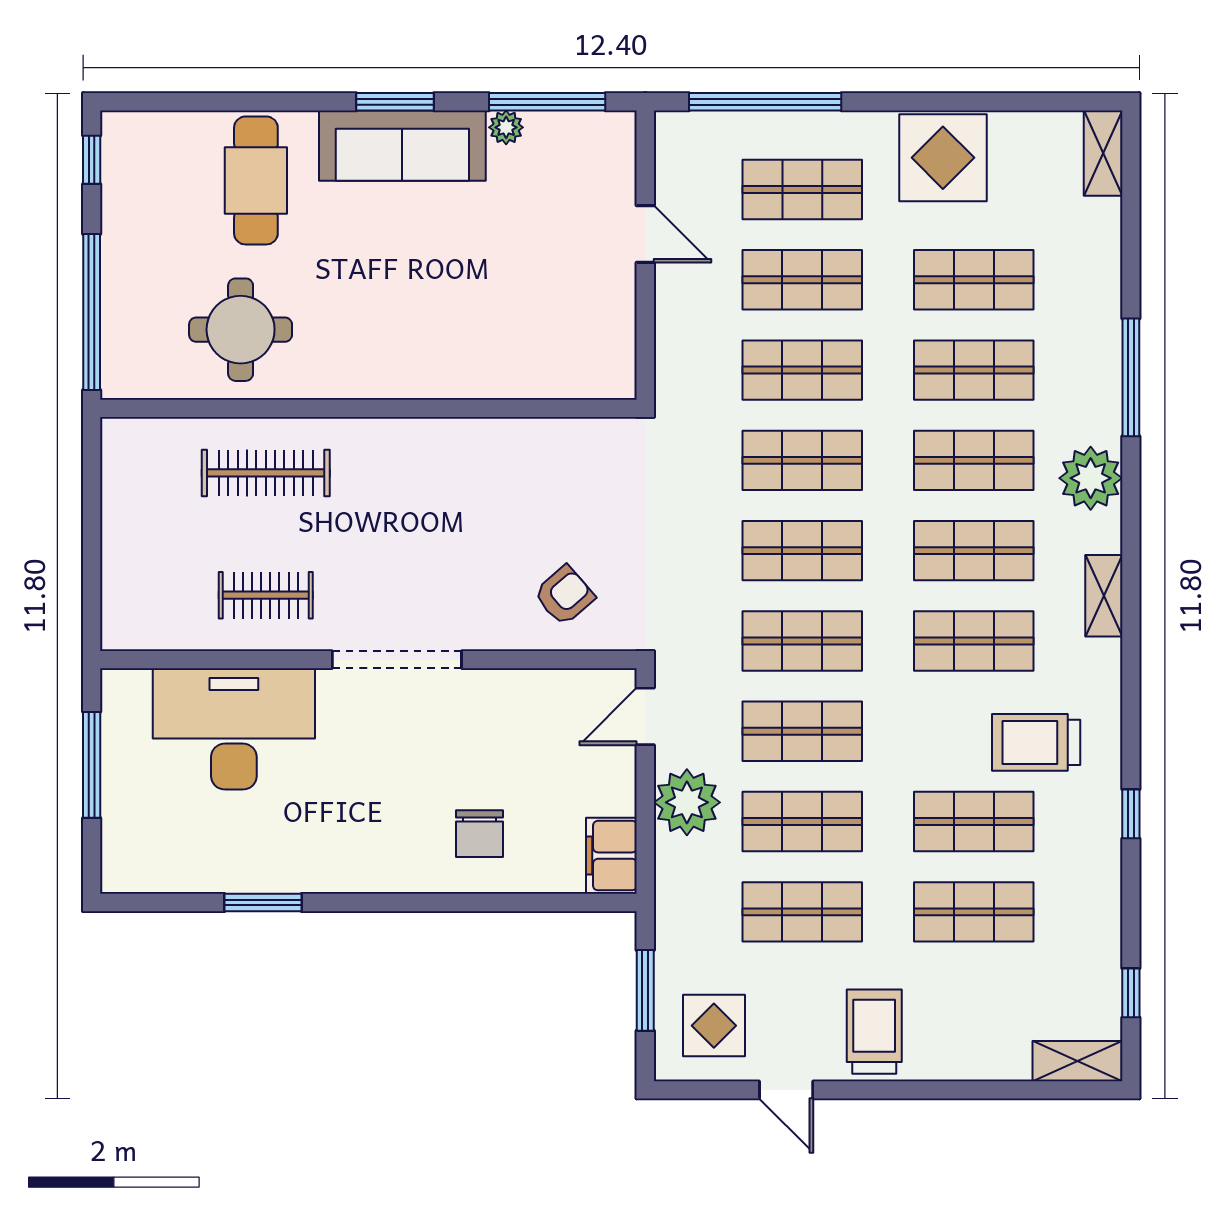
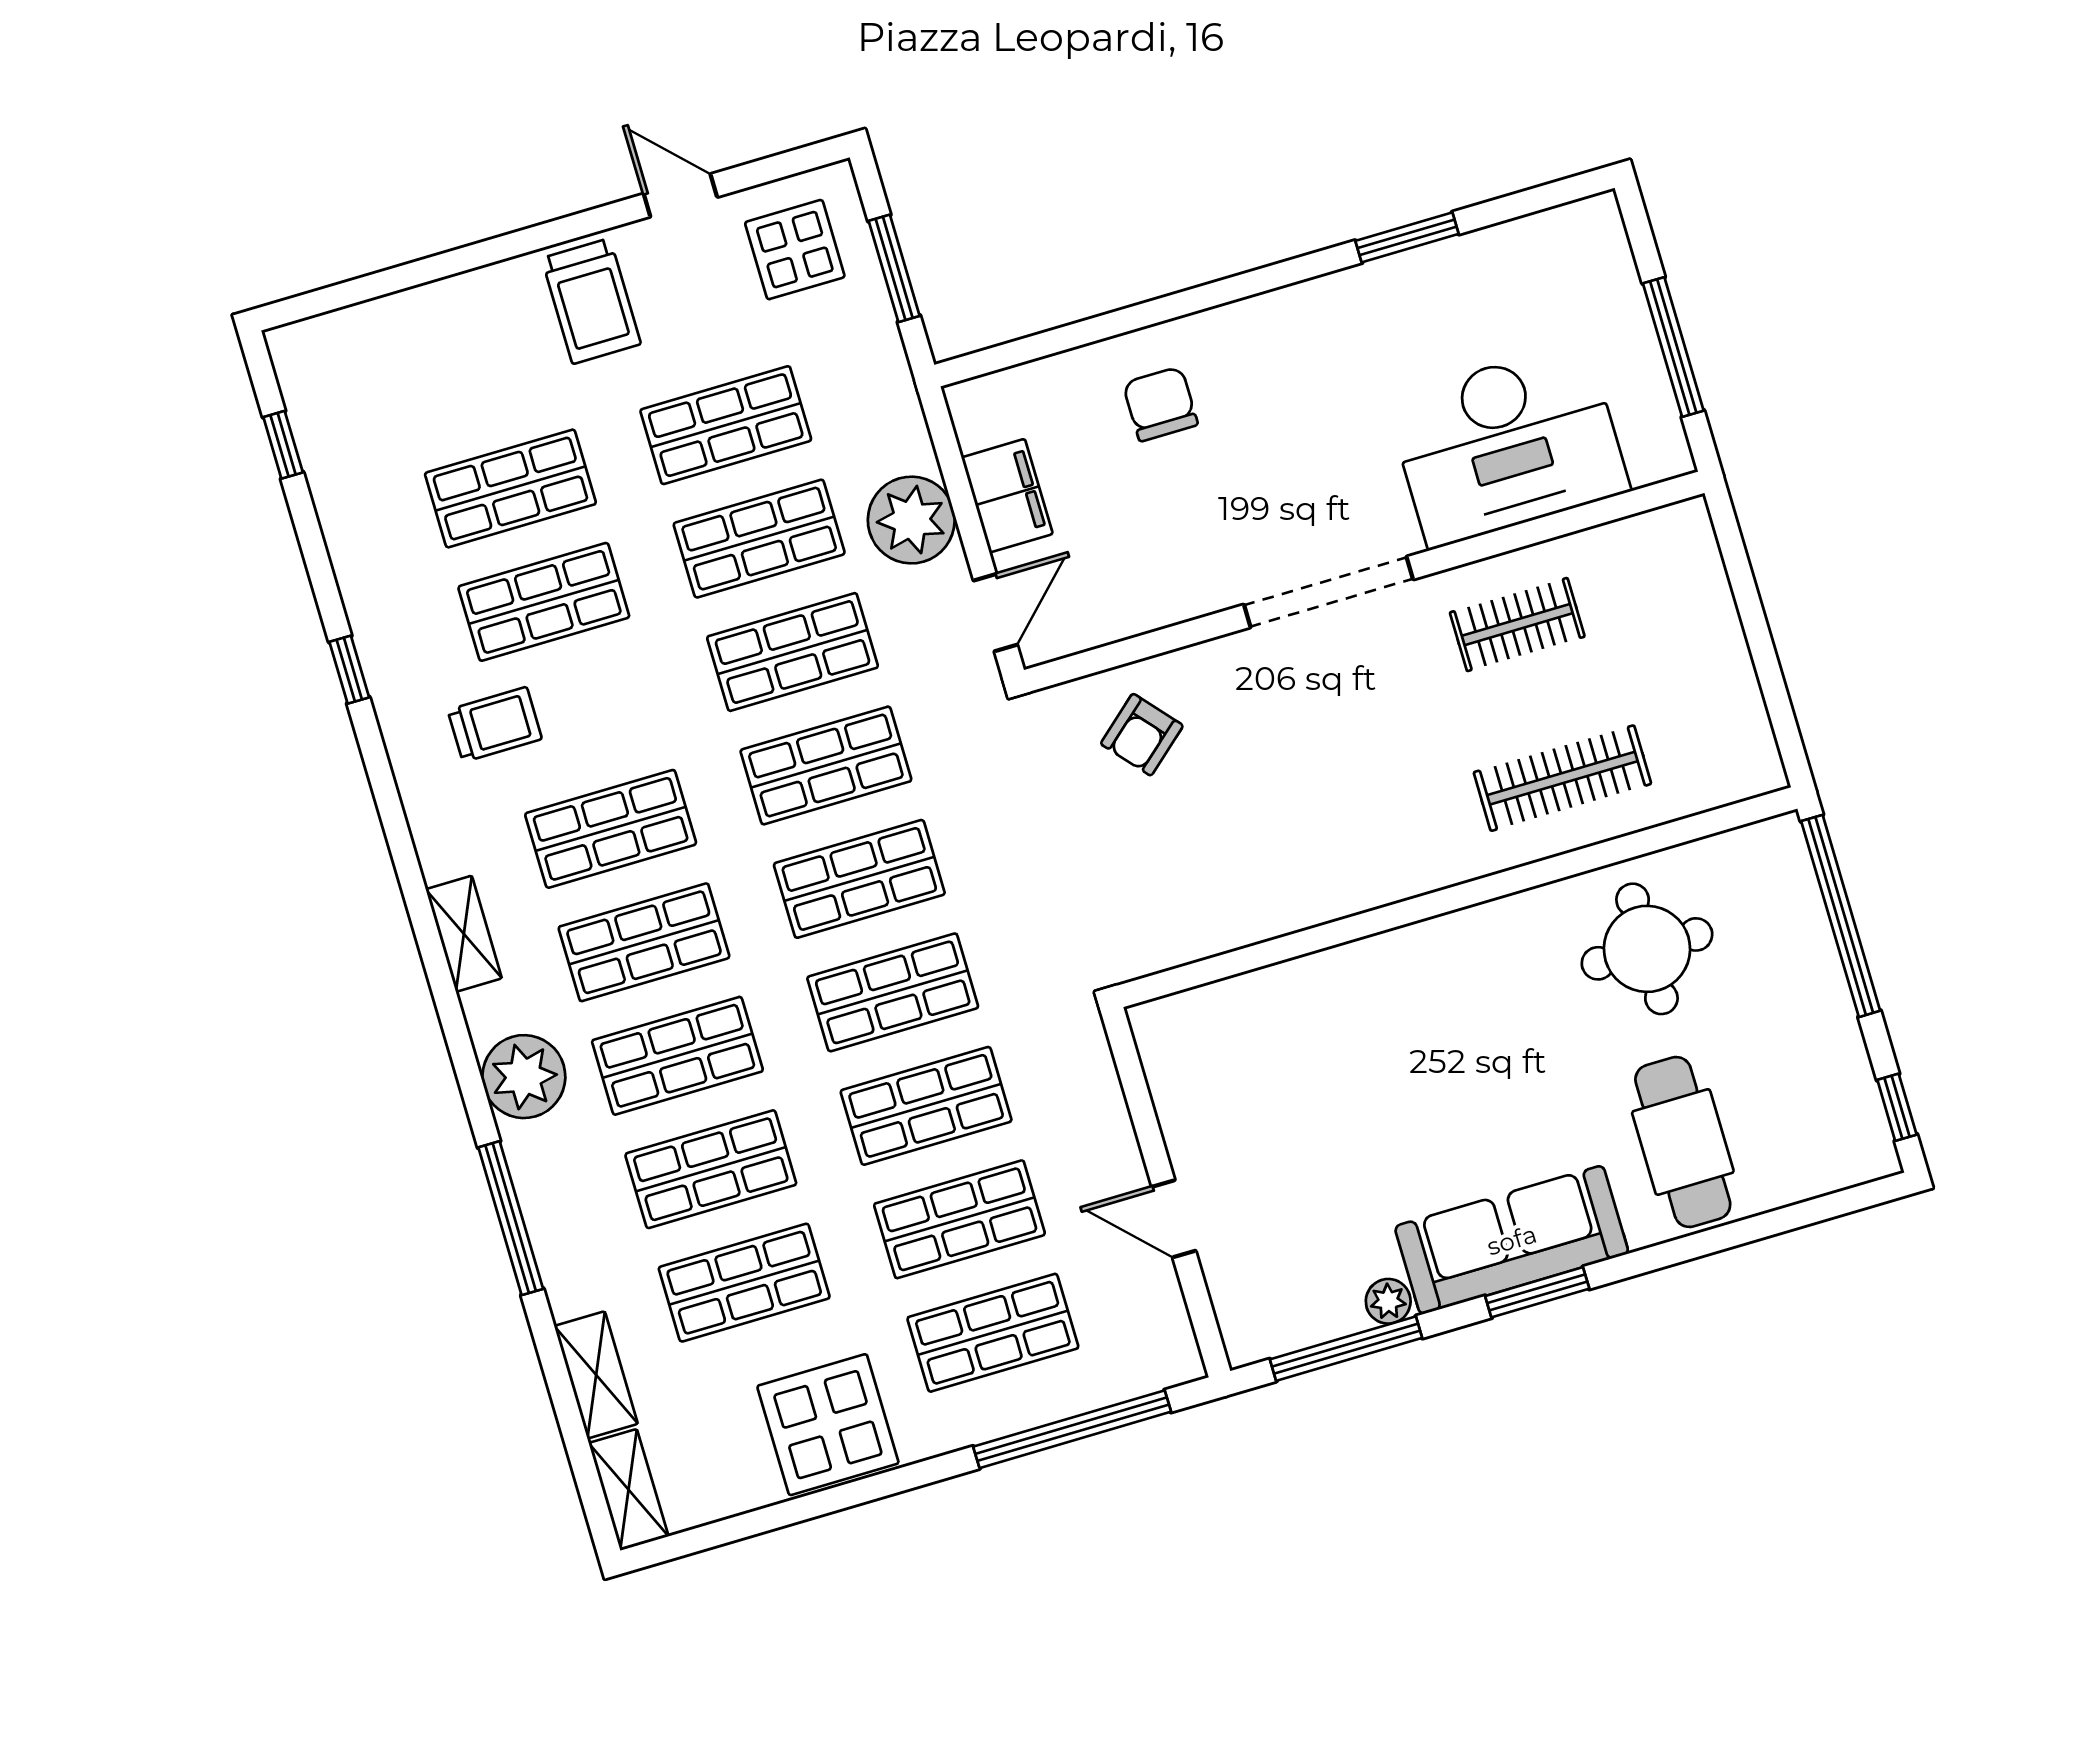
trolley: (1036, 742) -> (495, 724), width x0.73, depth x0.72
filing cabinet: (611, 856) -> (1007, 496), moved
shelving: (1077, 1061) -> (596, 1375), moved, turned 90

